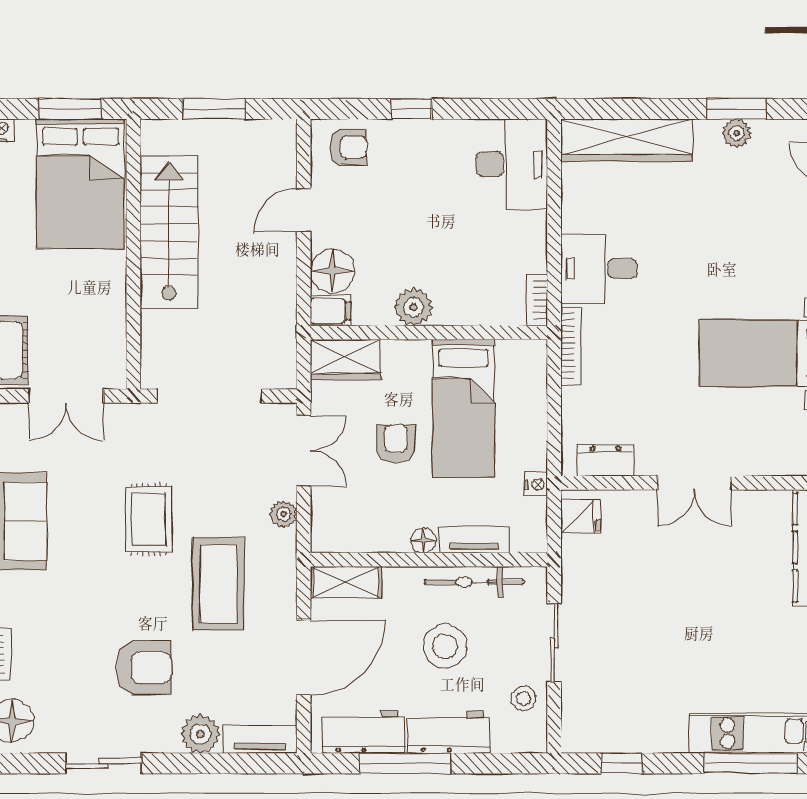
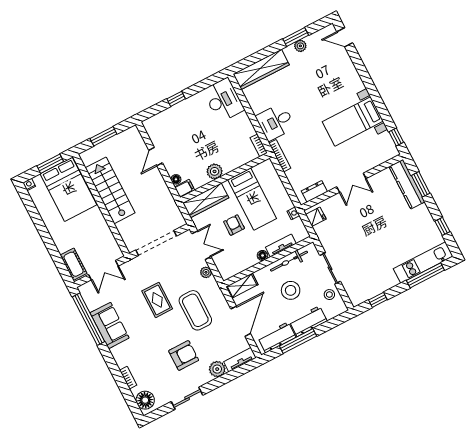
armchair: (348, 147) -> (160, 125), removed
floor lamp: (332, 271) -> (176, 179), width x0.53, depth x0.53
wardrobe: (345, 360) -> (206, 200), width x1.50

